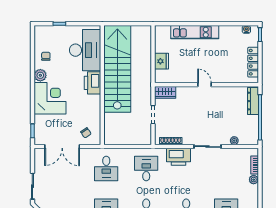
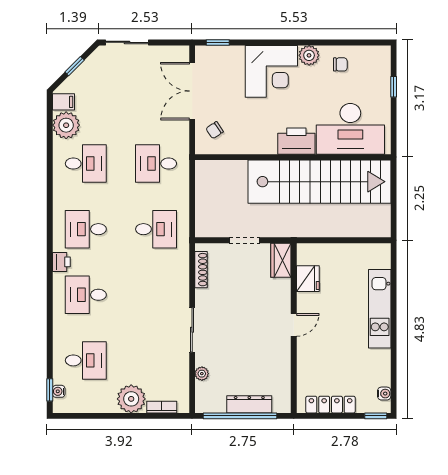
fridge: (162, 61) -> (308, 279), moved, turned -90
dresser: (253, 101) -> (249, 404), moved
printer: (178, 157) -> (175, 282), removed
plant: (254, 180) -> (131, 399), width x1.88, depth x1.88

